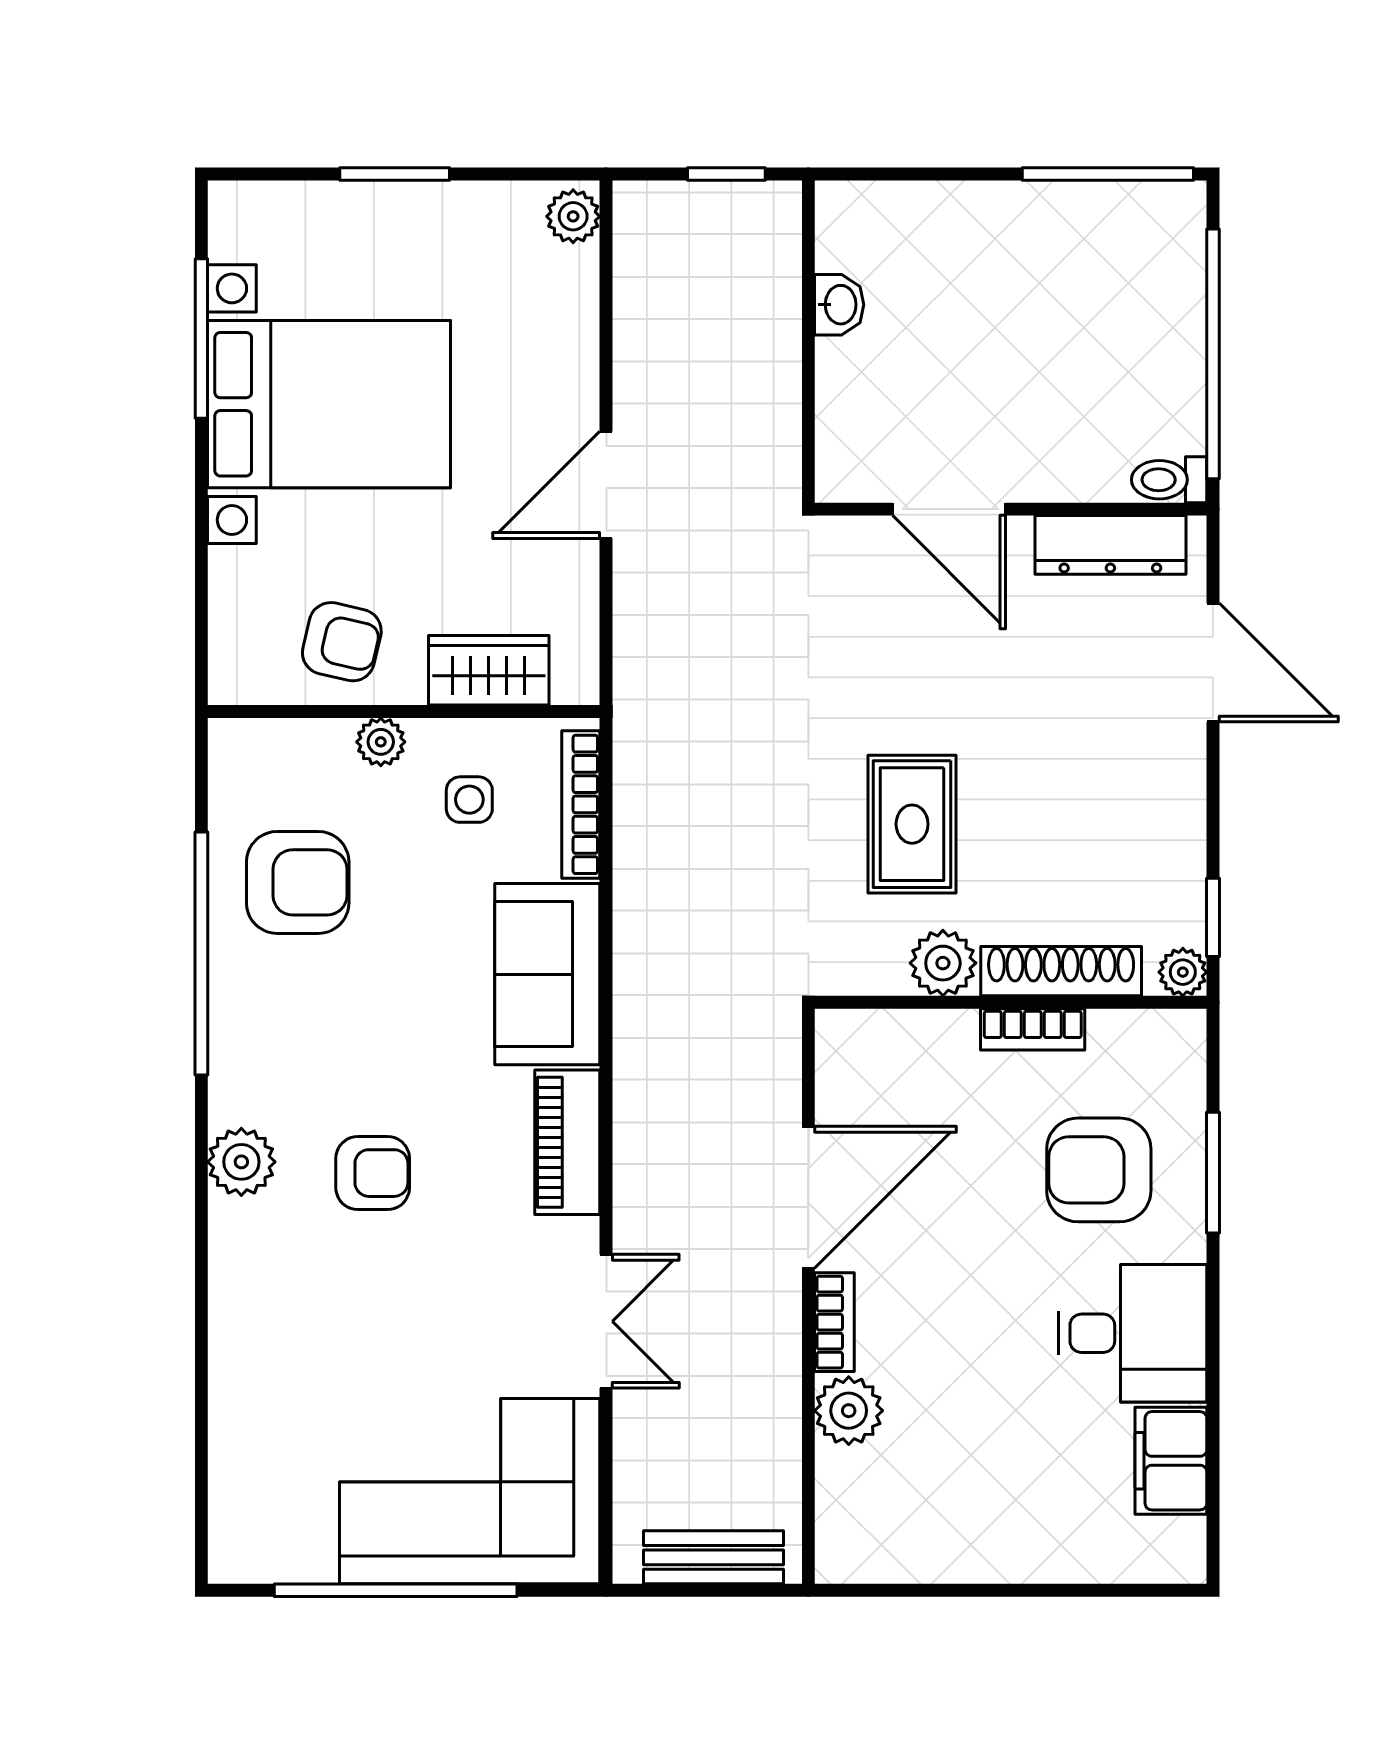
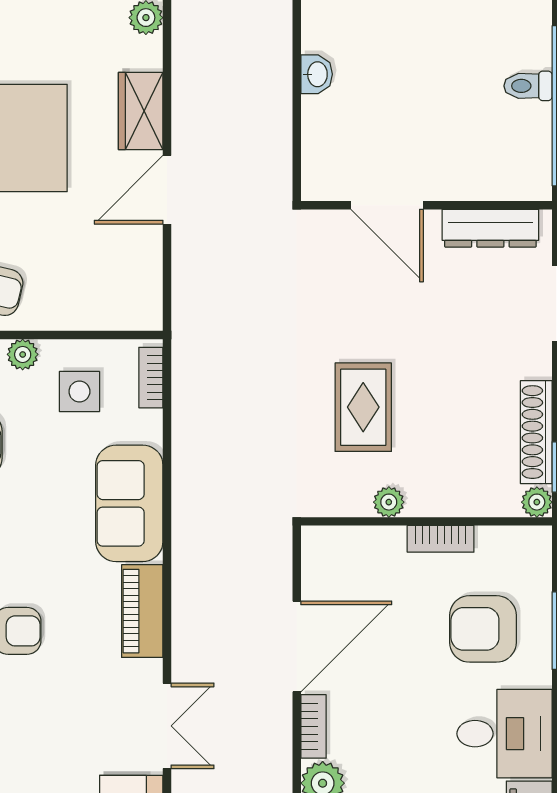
toilet: (1169, 480) -> (528, 86), moved
wardrobe: (489, 670) -> (141, 111), moved, turned -90
side table: (469, 800) -> (79, 391), width x1.37, depth x1.37
bookcase: (581, 804) -> (151, 378), width x0.64
plant: (943, 963) -> (389, 502), width x0.73, depth x0.73
shoe rack: (1061, 971) -> (536, 432), moved, turned -90

